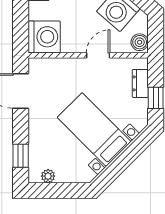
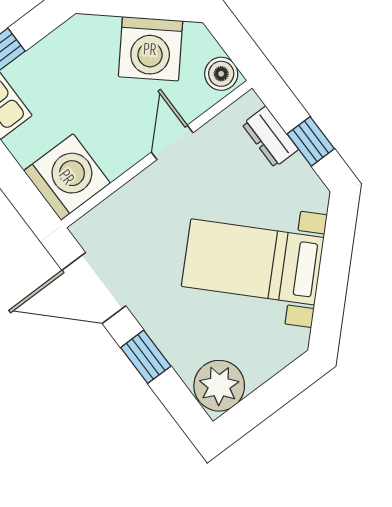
window: (21, 156) -> (146, 357), moved
plant: (48, 176) -> (219, 386), width x1.88, depth x1.88

